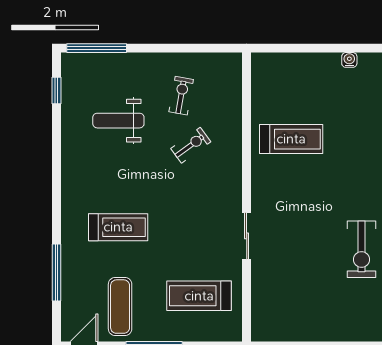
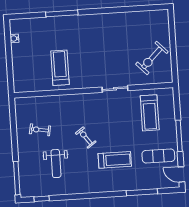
exercise bike: (191, 145) -> (86, 137), moved
treadmill: (118, 227) -> (115, 160), turned 90
exercise bike: (362, 249) -> (152, 58), moved, turned 136

